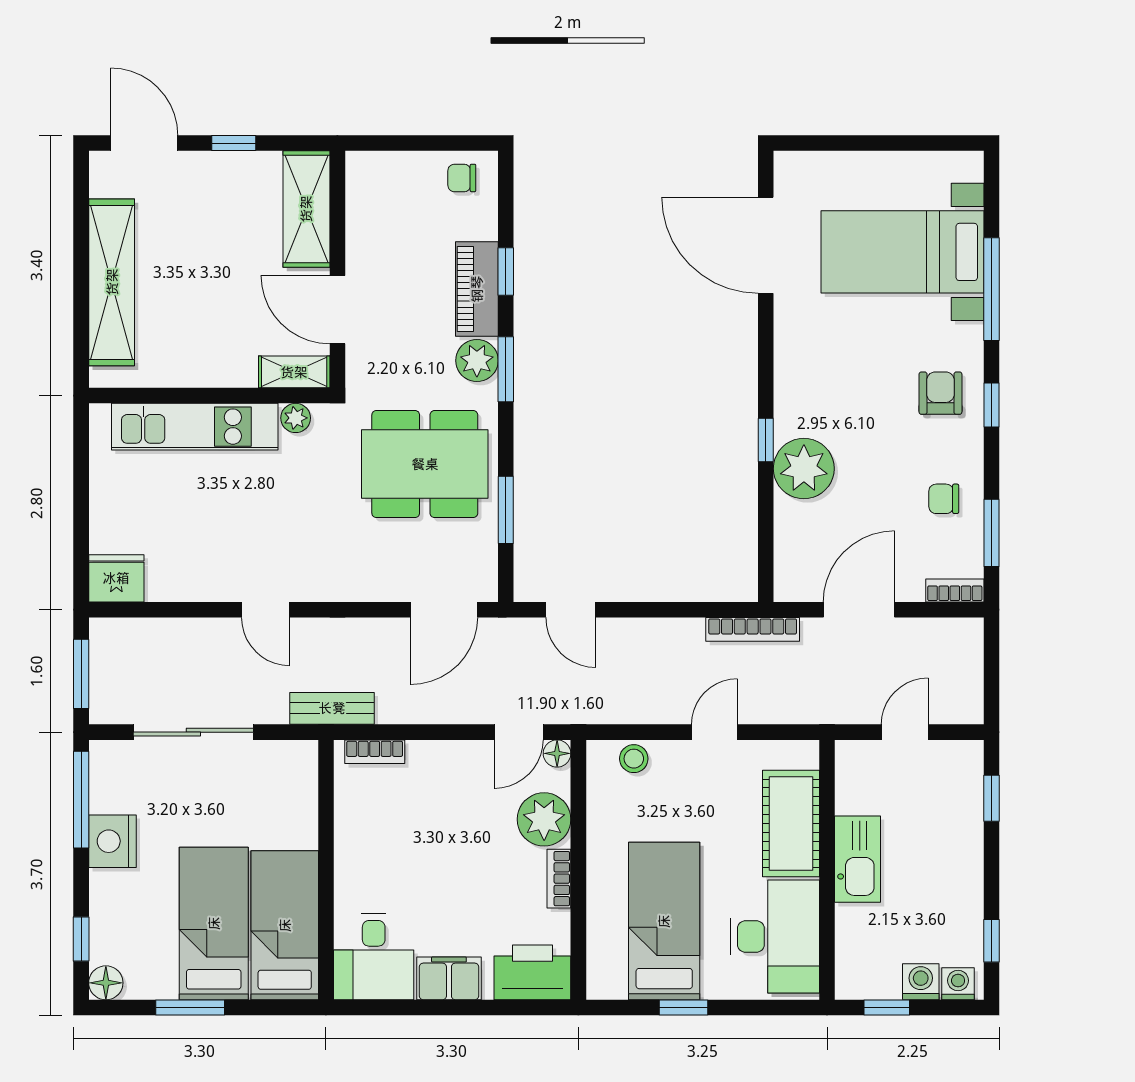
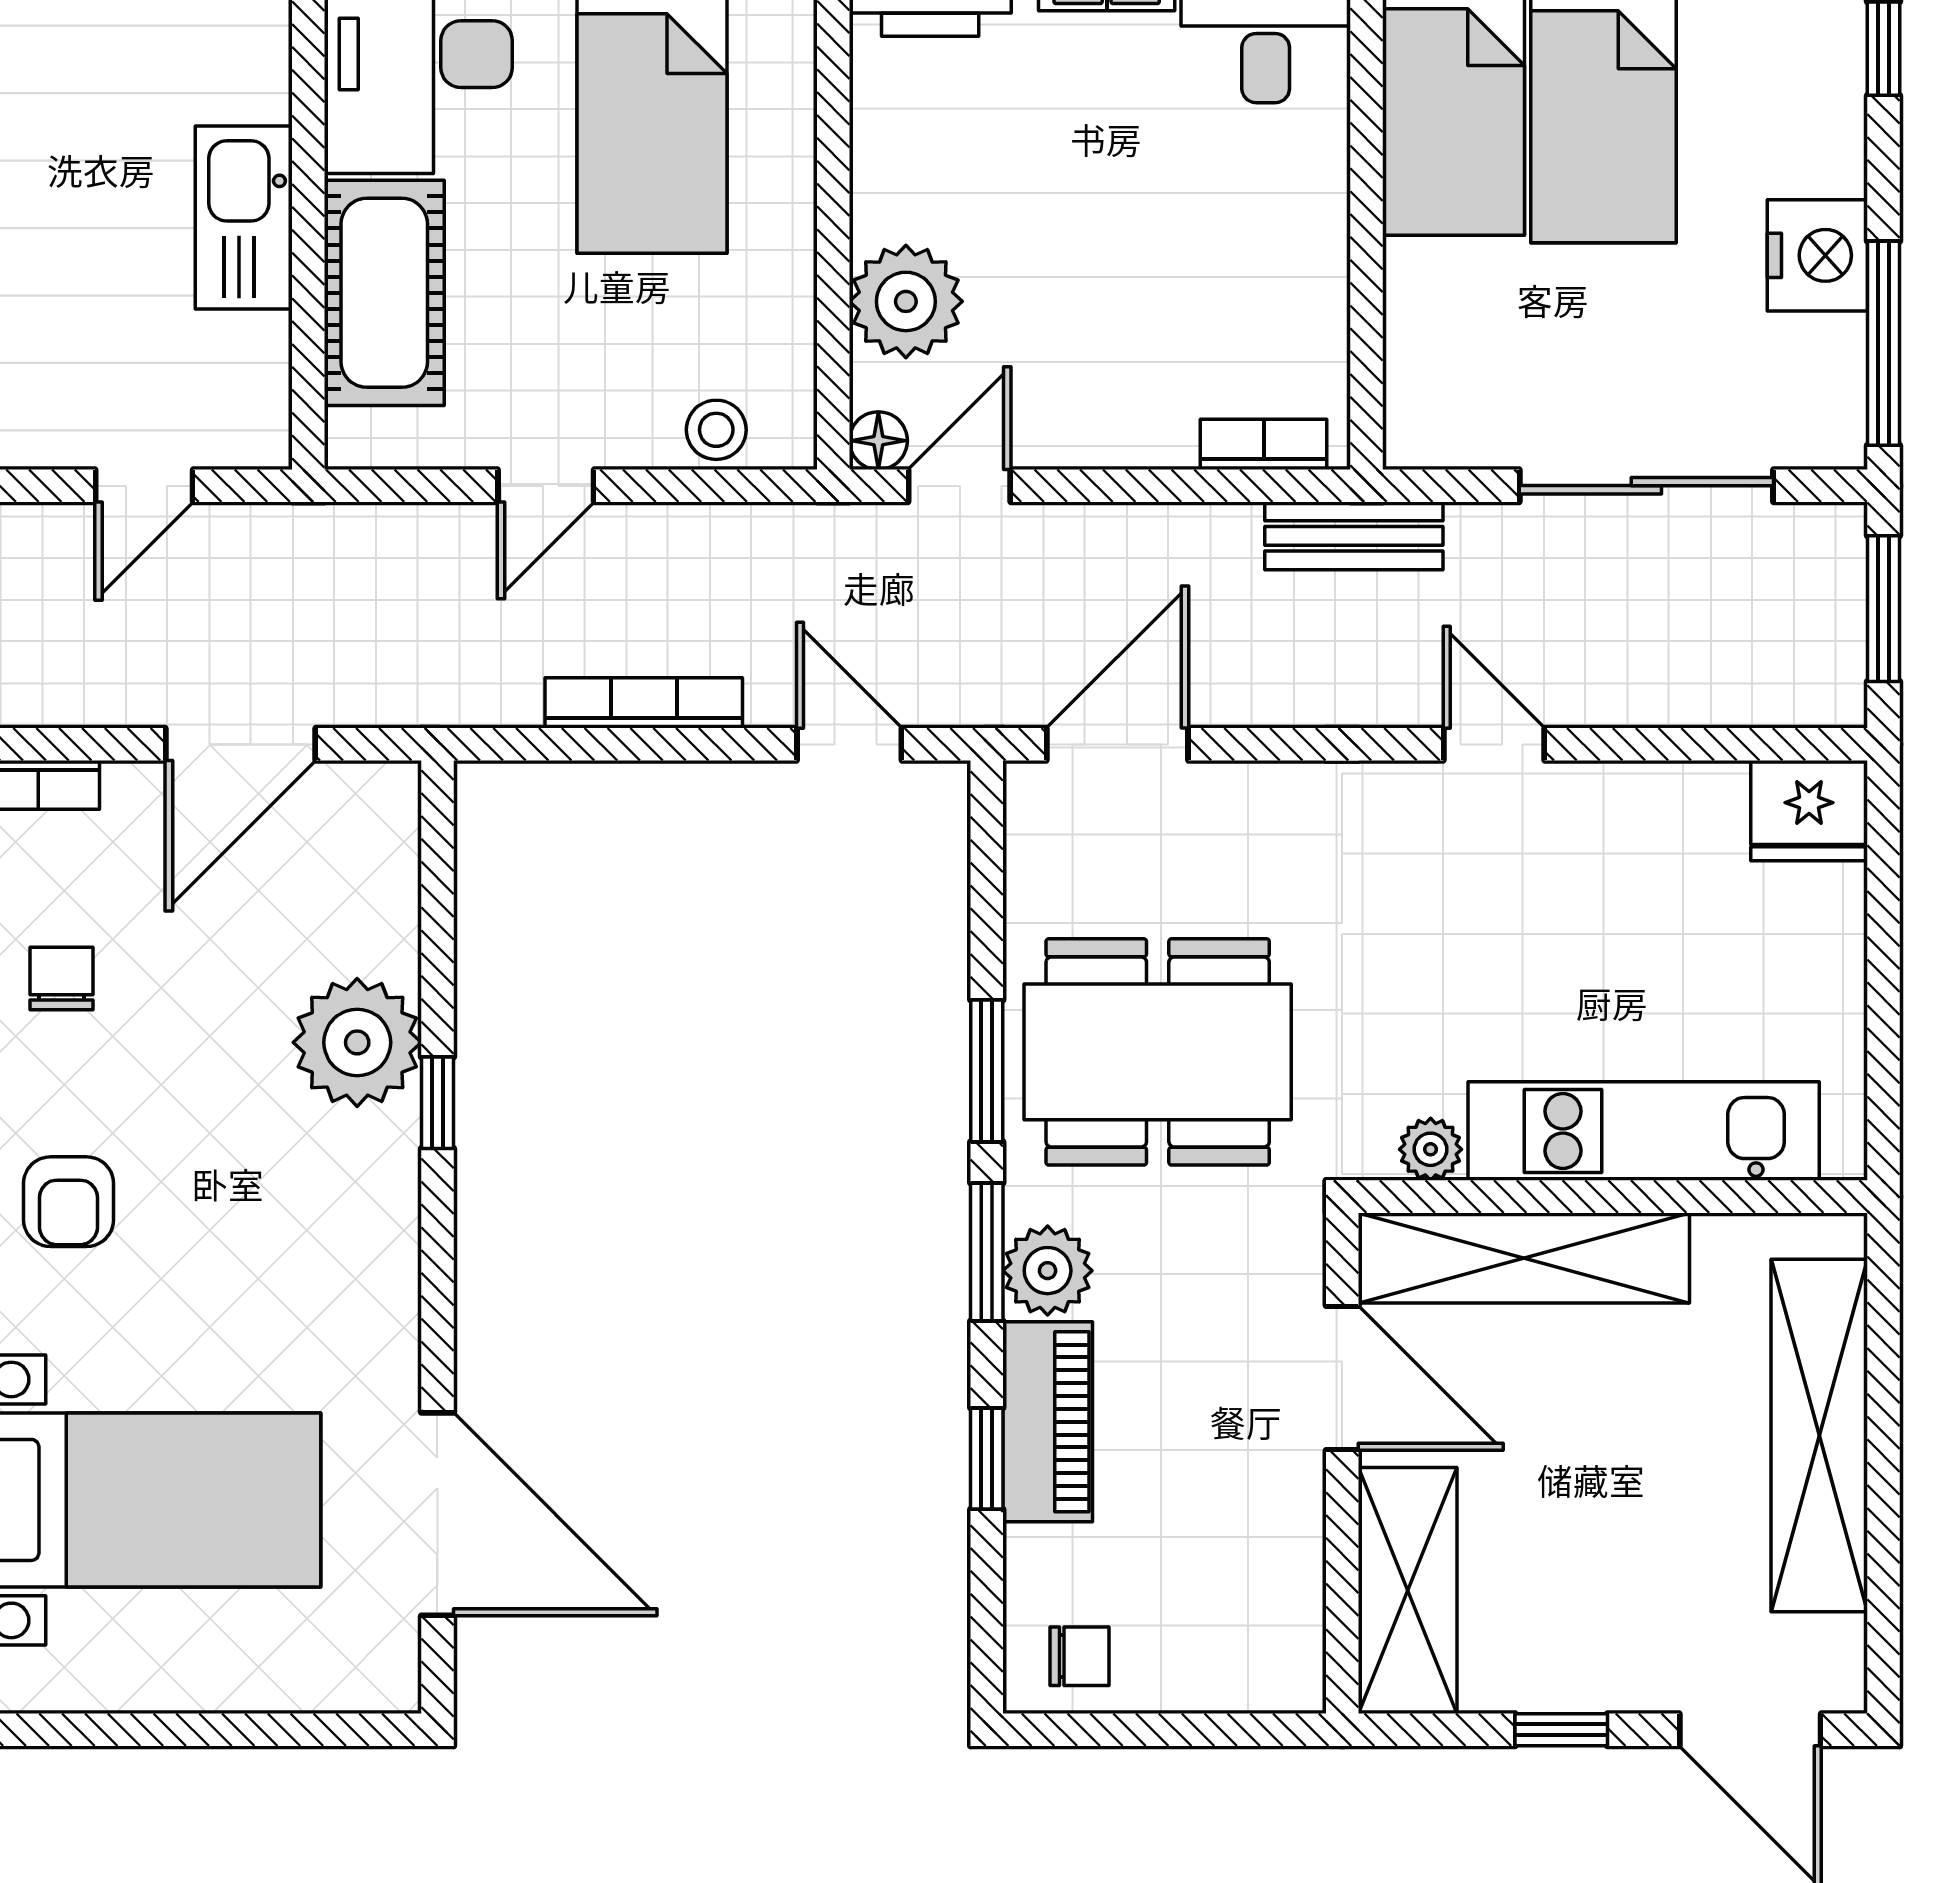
shelving: (294, 372) -> (1524, 1258), width x2.20, depth x1.33
chair: (944, 499) -> (62, 978), turned -90
window: (506, 510) -> (987, 1071), moved
bookcase: (753, 629) -> (644, 703), moved
bookcase: (559, 879) -> (874, 176), removed

